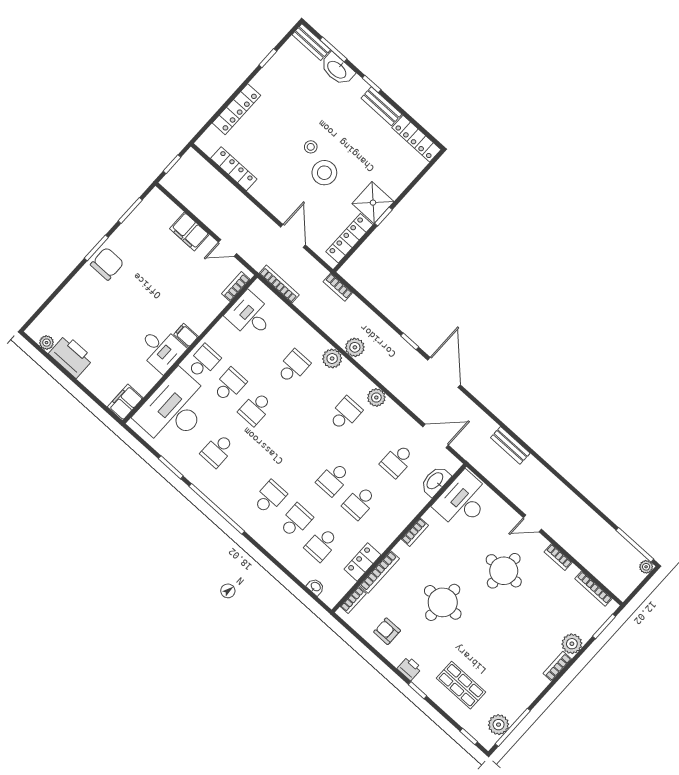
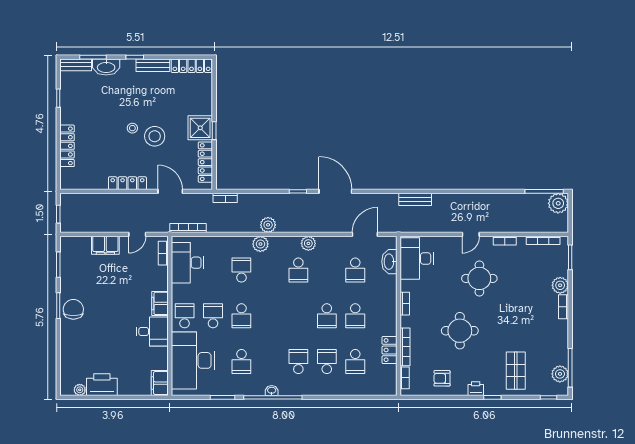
locker: (234, 169) -> (127, 183), moved
desk: (250, 315) -> (187, 263), width x1.37
filing cabinet: (186, 335) -> (160, 303), width x2.00
school desk: (345, 414) -> (298, 270), turned 180
plant: (646, 567) -> (558, 203), width x1.88, depth x1.88
washbasin: (316, 587) -> (272, 391), moved
shop shelf: (461, 685) -> (516, 371), turned 90

